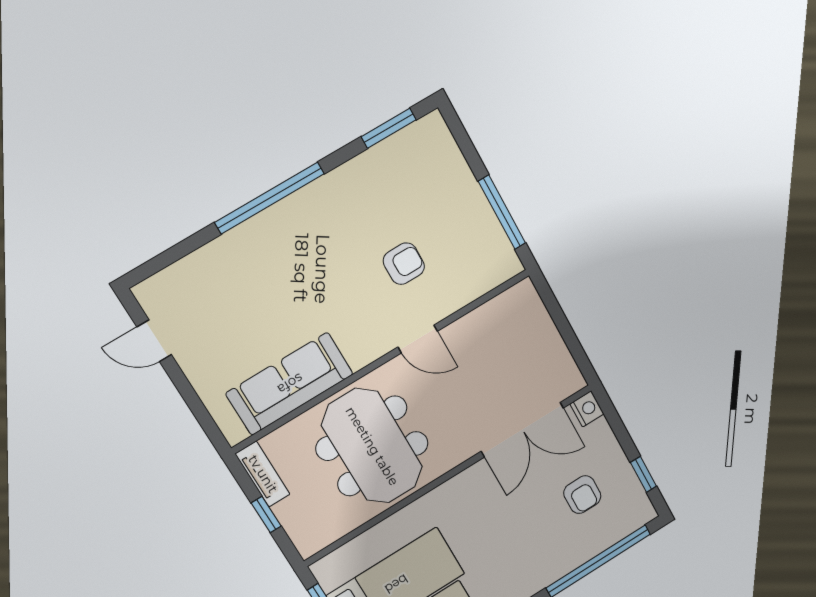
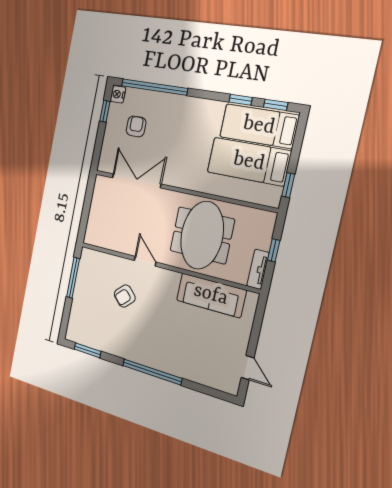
armchair: (404, 264) -> (125, 296), turned -44
nightstand: (587, 409) -> (118, 94), moved

